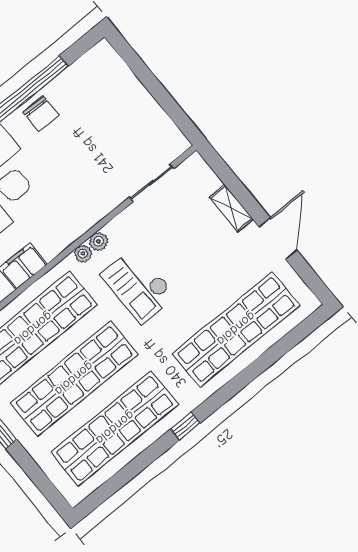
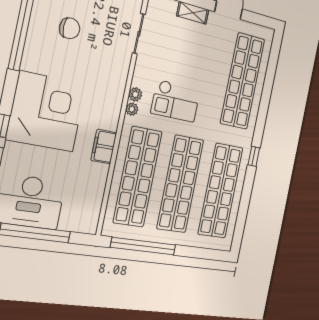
chair: (41, 114) -> (70, 28), moved

